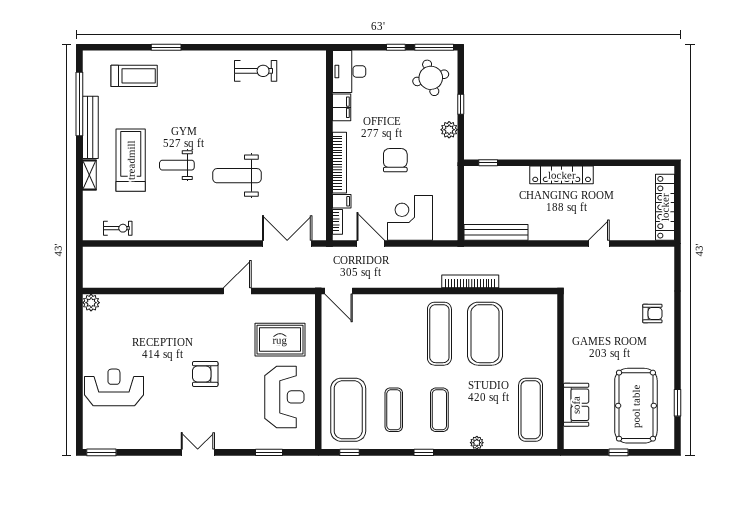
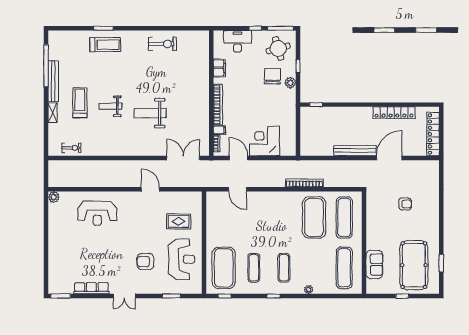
desk: (349, 71) -> (237, 41), moved, turned 90
treadmill: (134, 76) -> (105, 45), moved
treadmill: (131, 160) -> (80, 103), width x0.73, depth x0.73
chair: (395, 160) -> (272, 76), moved
locker: (562, 175) -> (394, 113), moved
bench: (496, 232) -> (355, 151), moved
door: (599, 244) -> (389, 158), width x1.88
door: (237, 291) -> (150, 189), hinge flipped
door: (339, 291) -> (237, 189), moved
armchair: (652, 314) -> (405, 204), moved
exercise mat: (439, 334) -> (344, 218), moved
rug: (280, 340) -> (179, 221), width x0.73, depth x0.70
armchair: (205, 374) -> (145, 262), moved
reception desk: (114, 387) -> (97, 213), moved, turned 180
row of seats: (148, 441) -> (91, 288), added
double door: (198, 452) -> (124, 296), swing flipped

